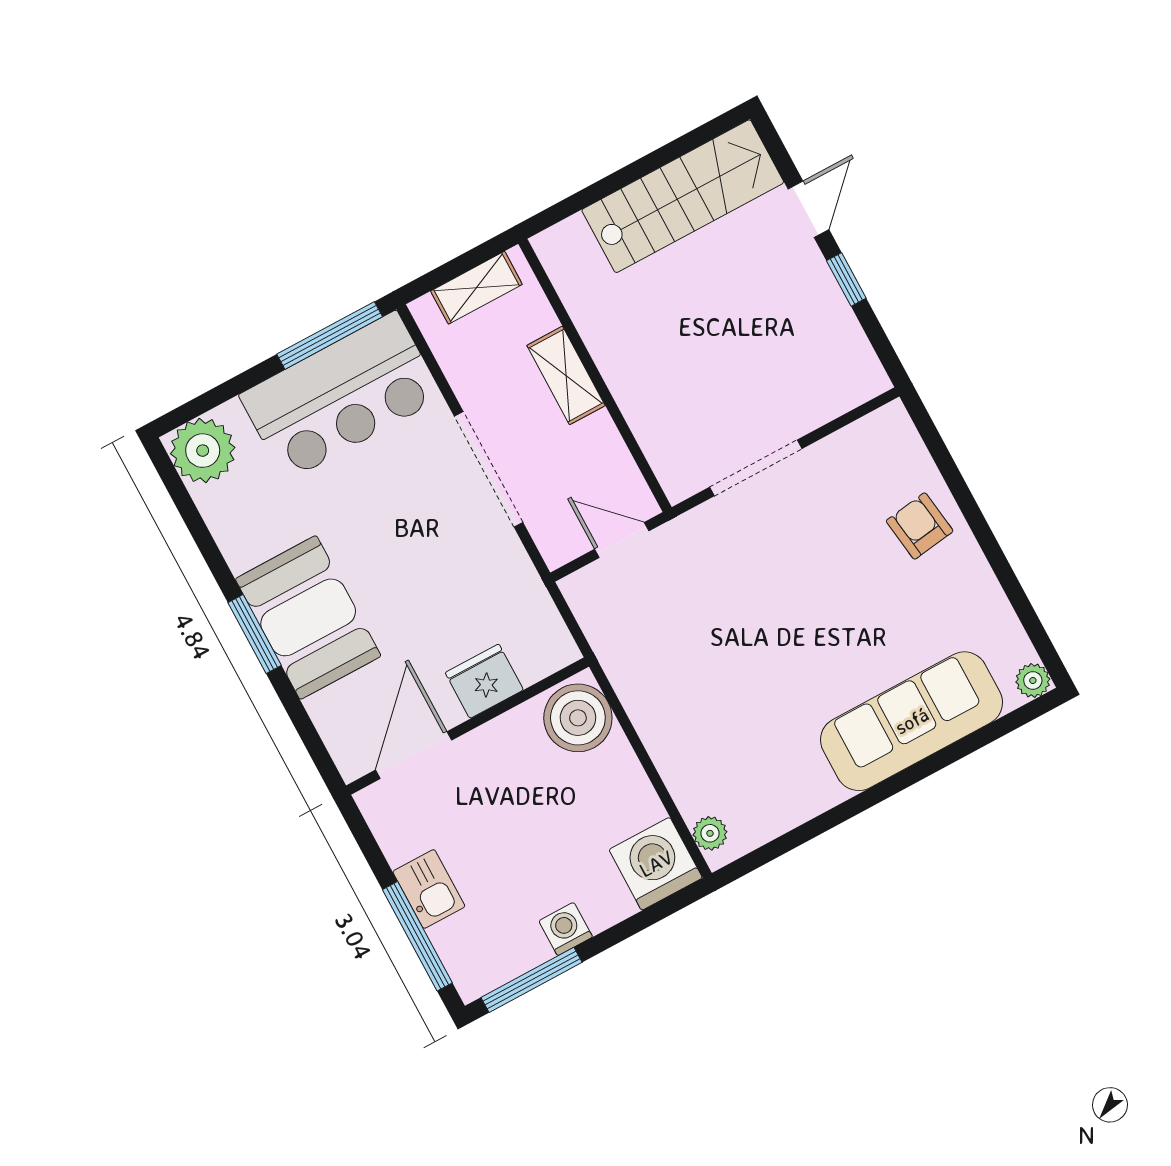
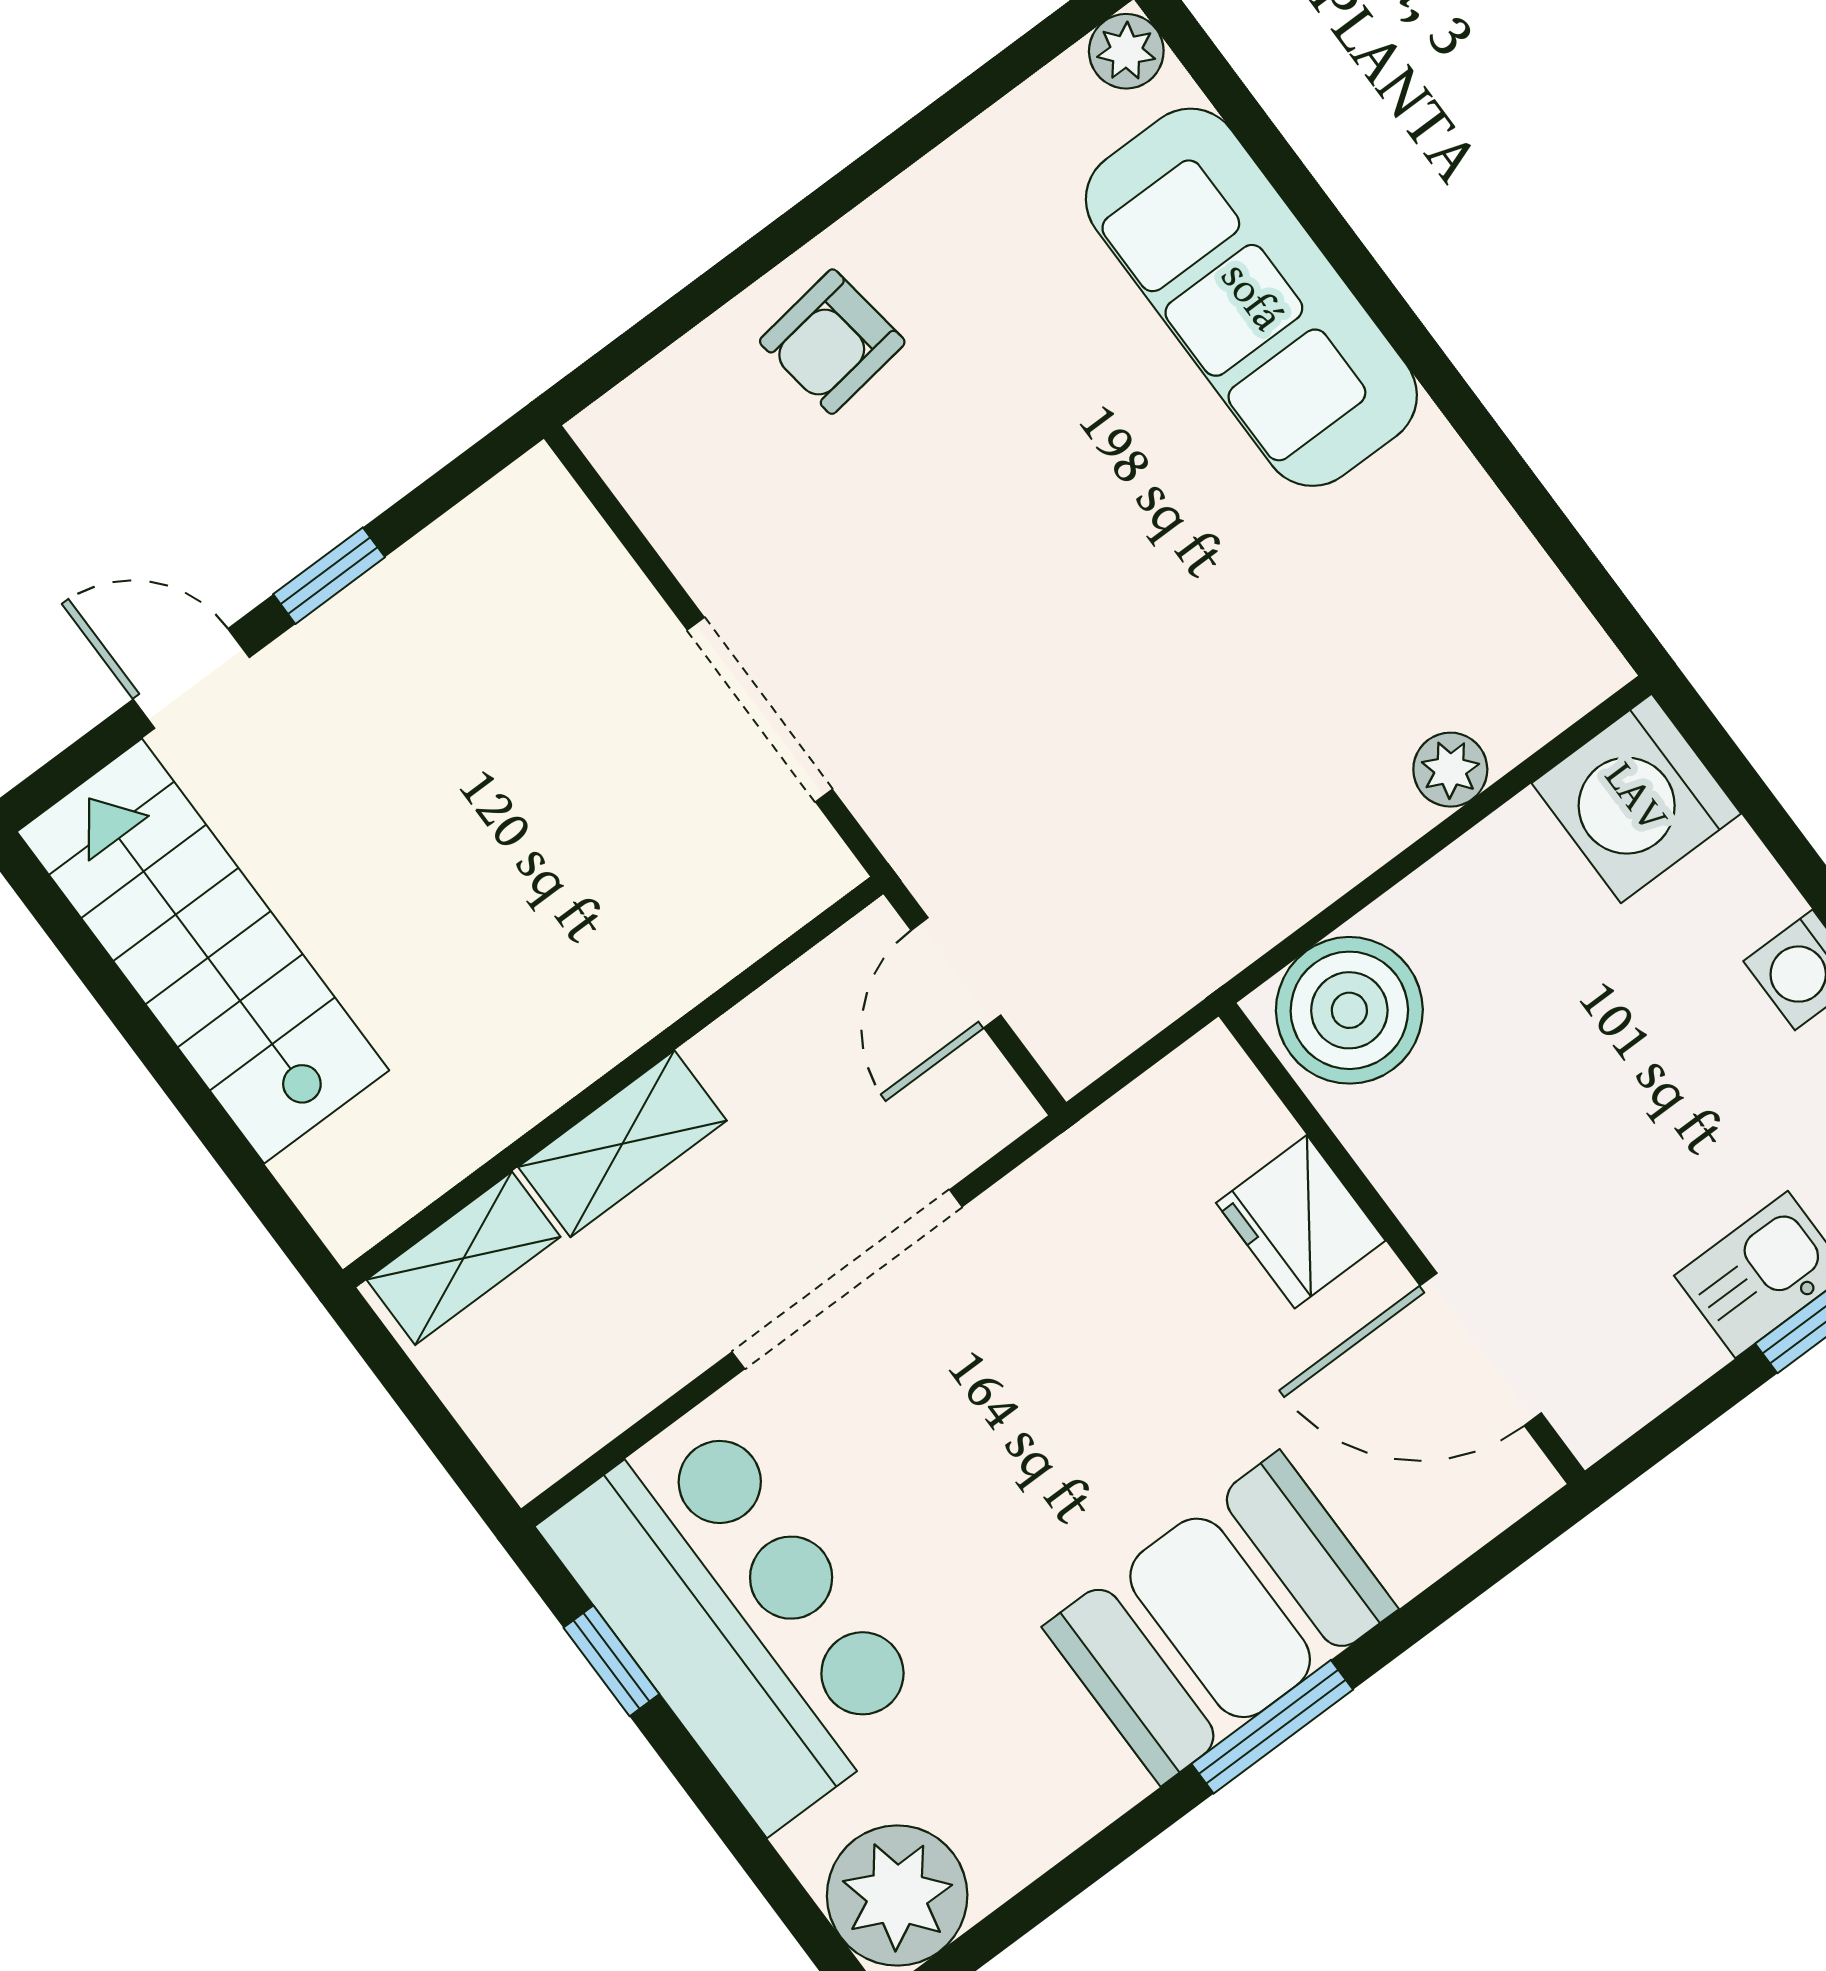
shelving: (476, 288) -> (464, 1258), moved, turned 90
window: (330, 335) -> (611, 1661), width x0.46
plant: (710, 833) -> (1450, 770), moved

